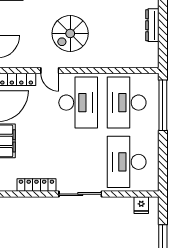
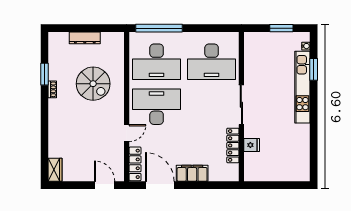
spiral stairs: (70, 33) -> (93, 84), moved
fridge: (141, 205) -> (252, 145), moved

